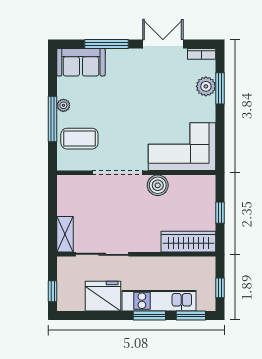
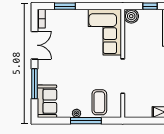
double door: (163, 44) -> (34, 45), swing flipped
plant: (206, 86) -> (64, 16), removed
boiler: (158, 185) -> (131, 16), moved

